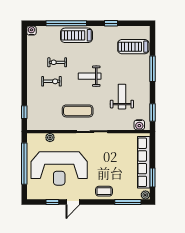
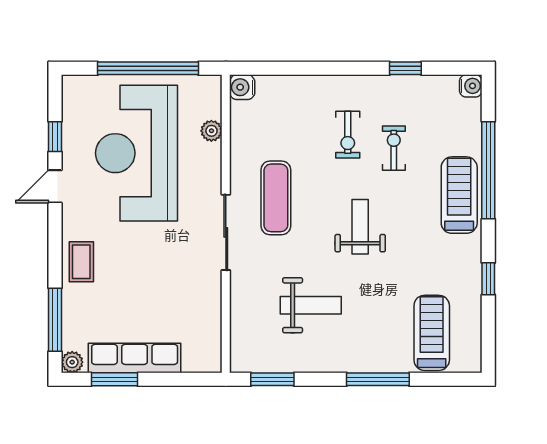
window: (24, 112) -> (405, 68), moved
water cooler: (139, 125) -> (242, 87), moved
row of seats: (144, 162) -> (135, 358), width x0.73
door: (73, 202) -> (55, 186), hinge flipped

